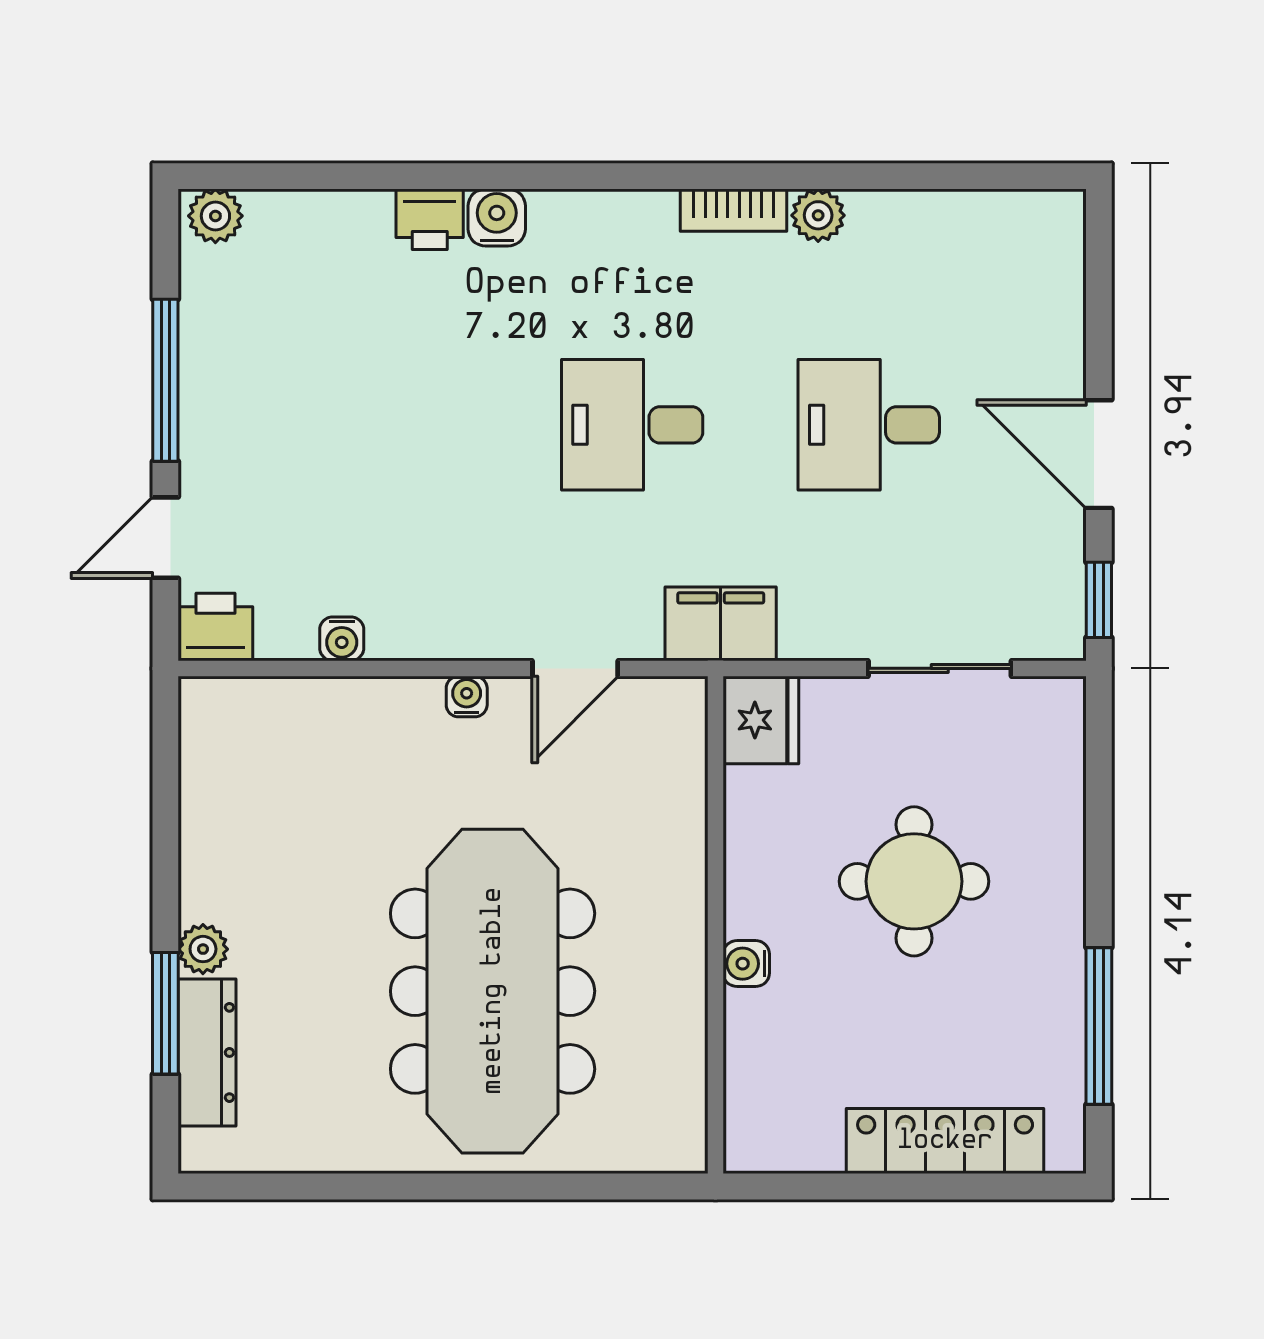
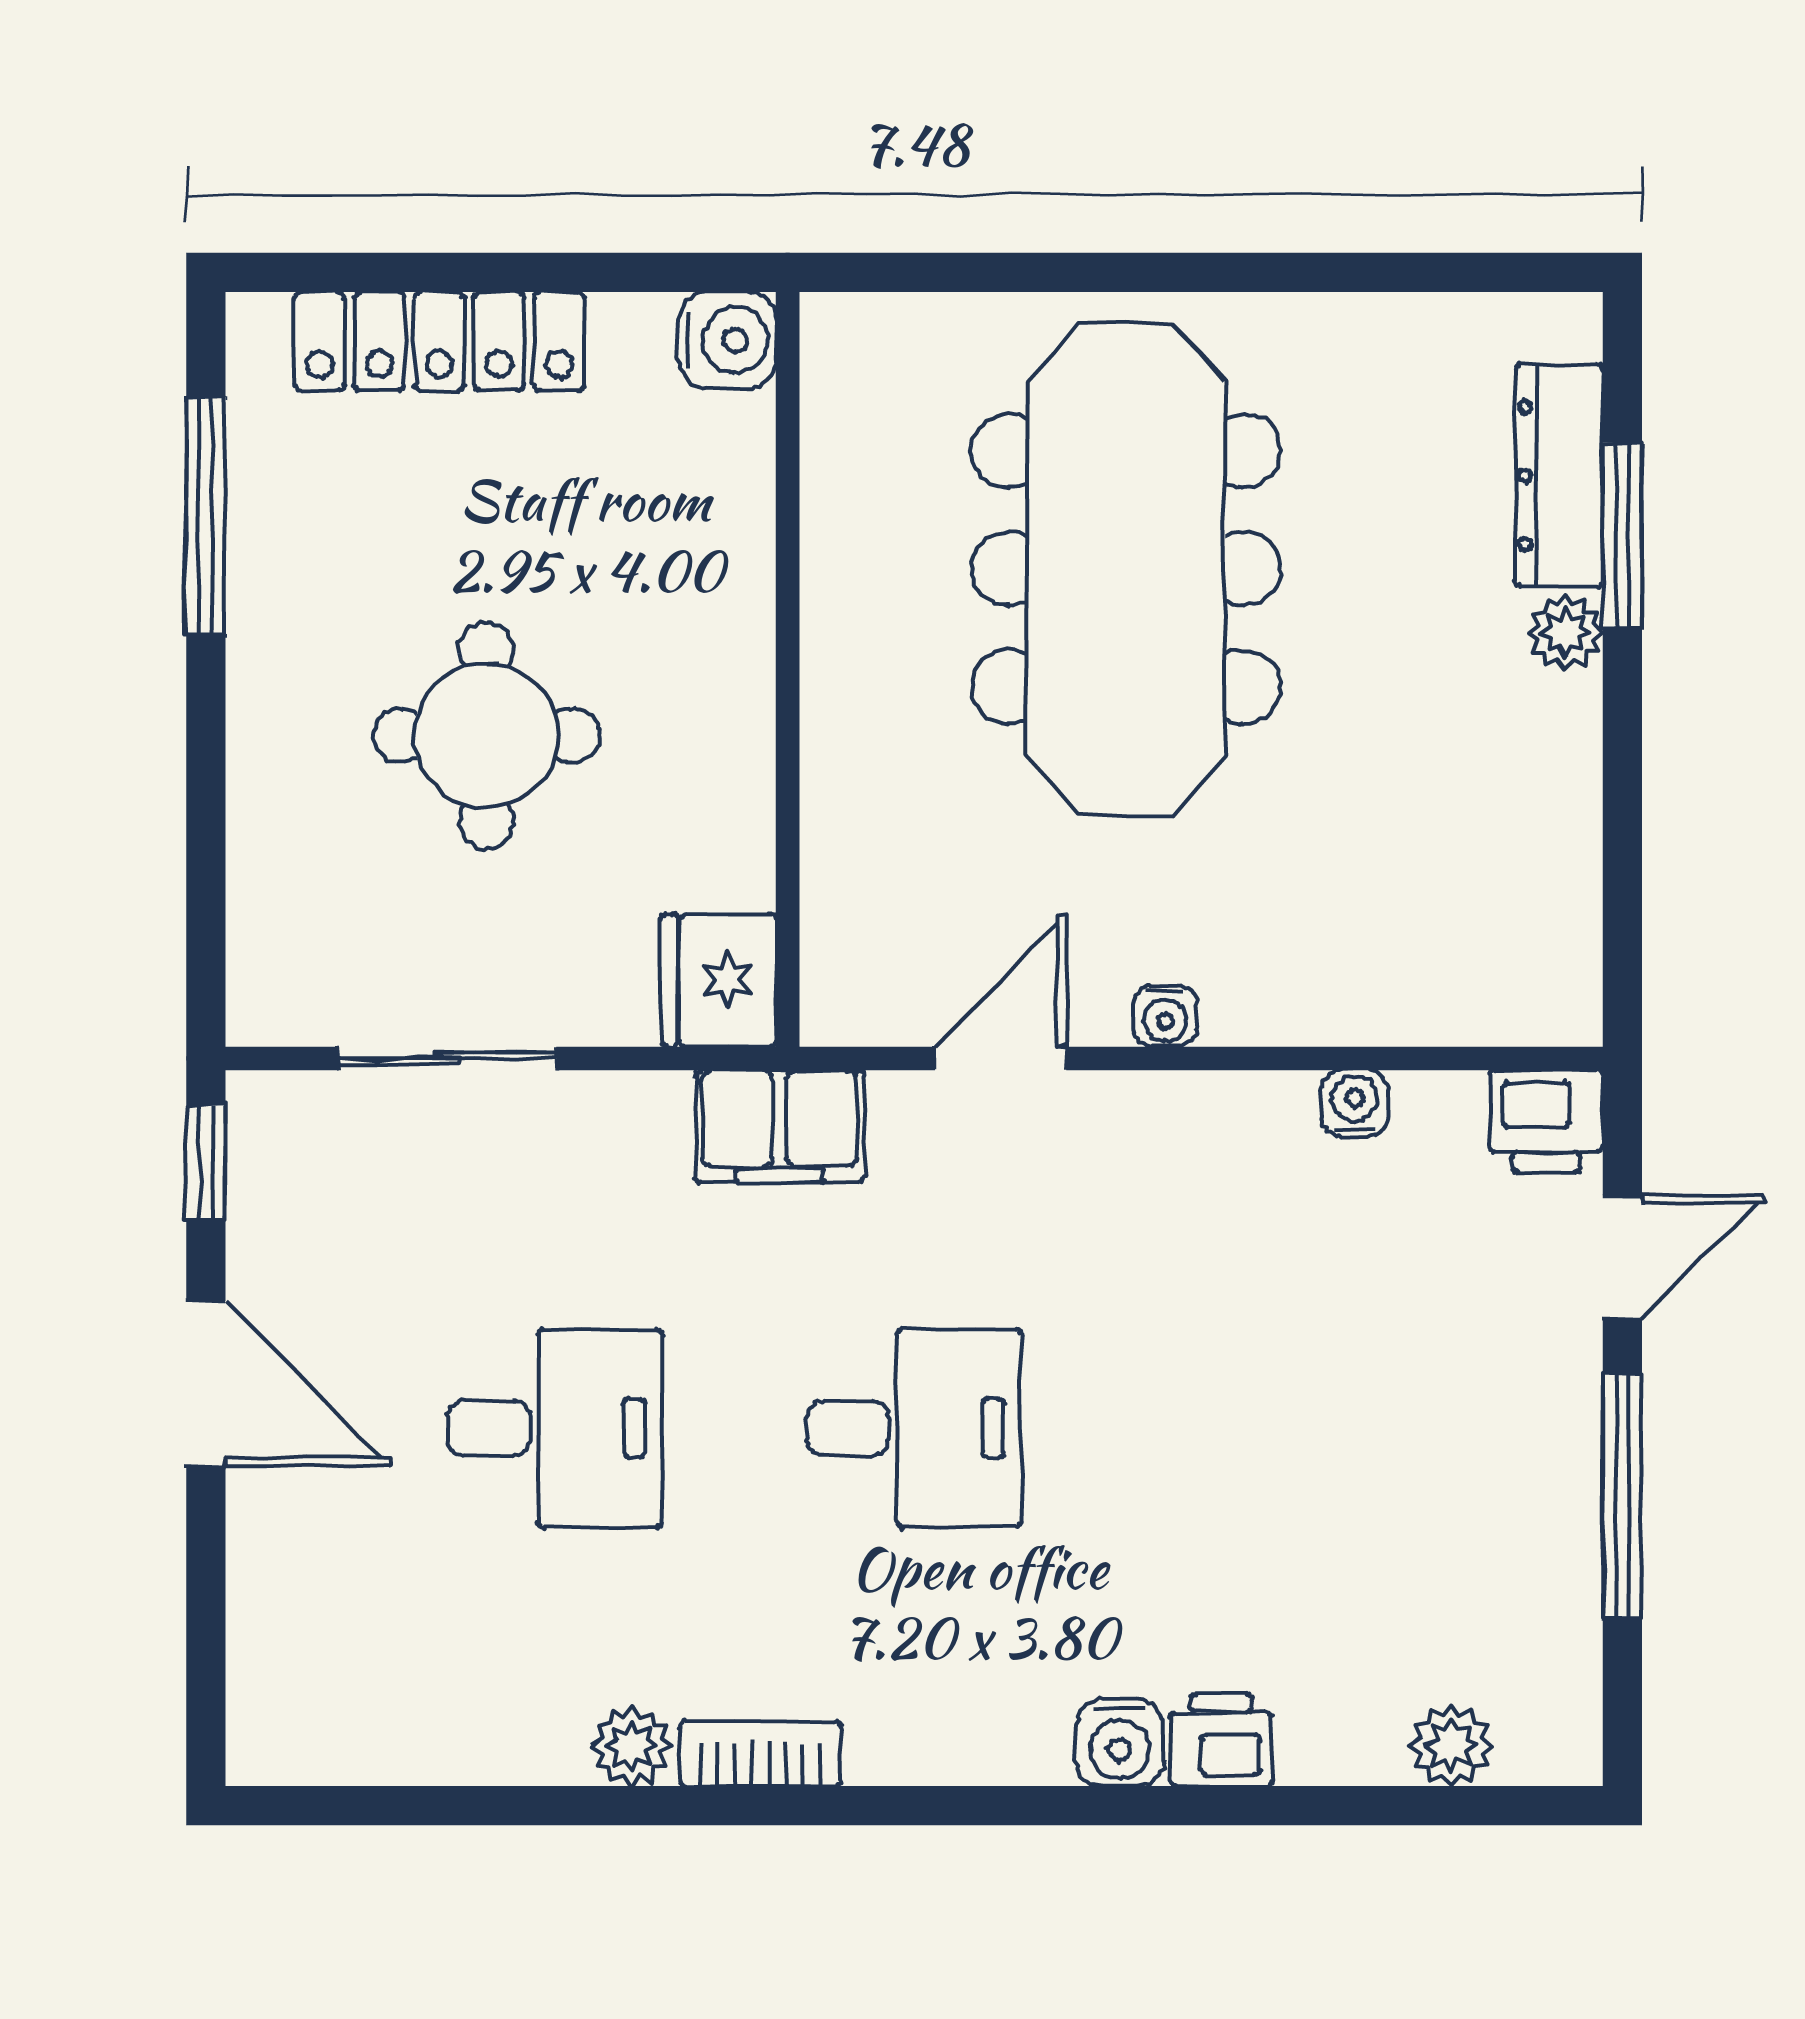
plant: (215, 216) -> (1451, 1745), moved
water cooler: (746, 964) -> (727, 340), moved, width x1.38, depth x1.38

